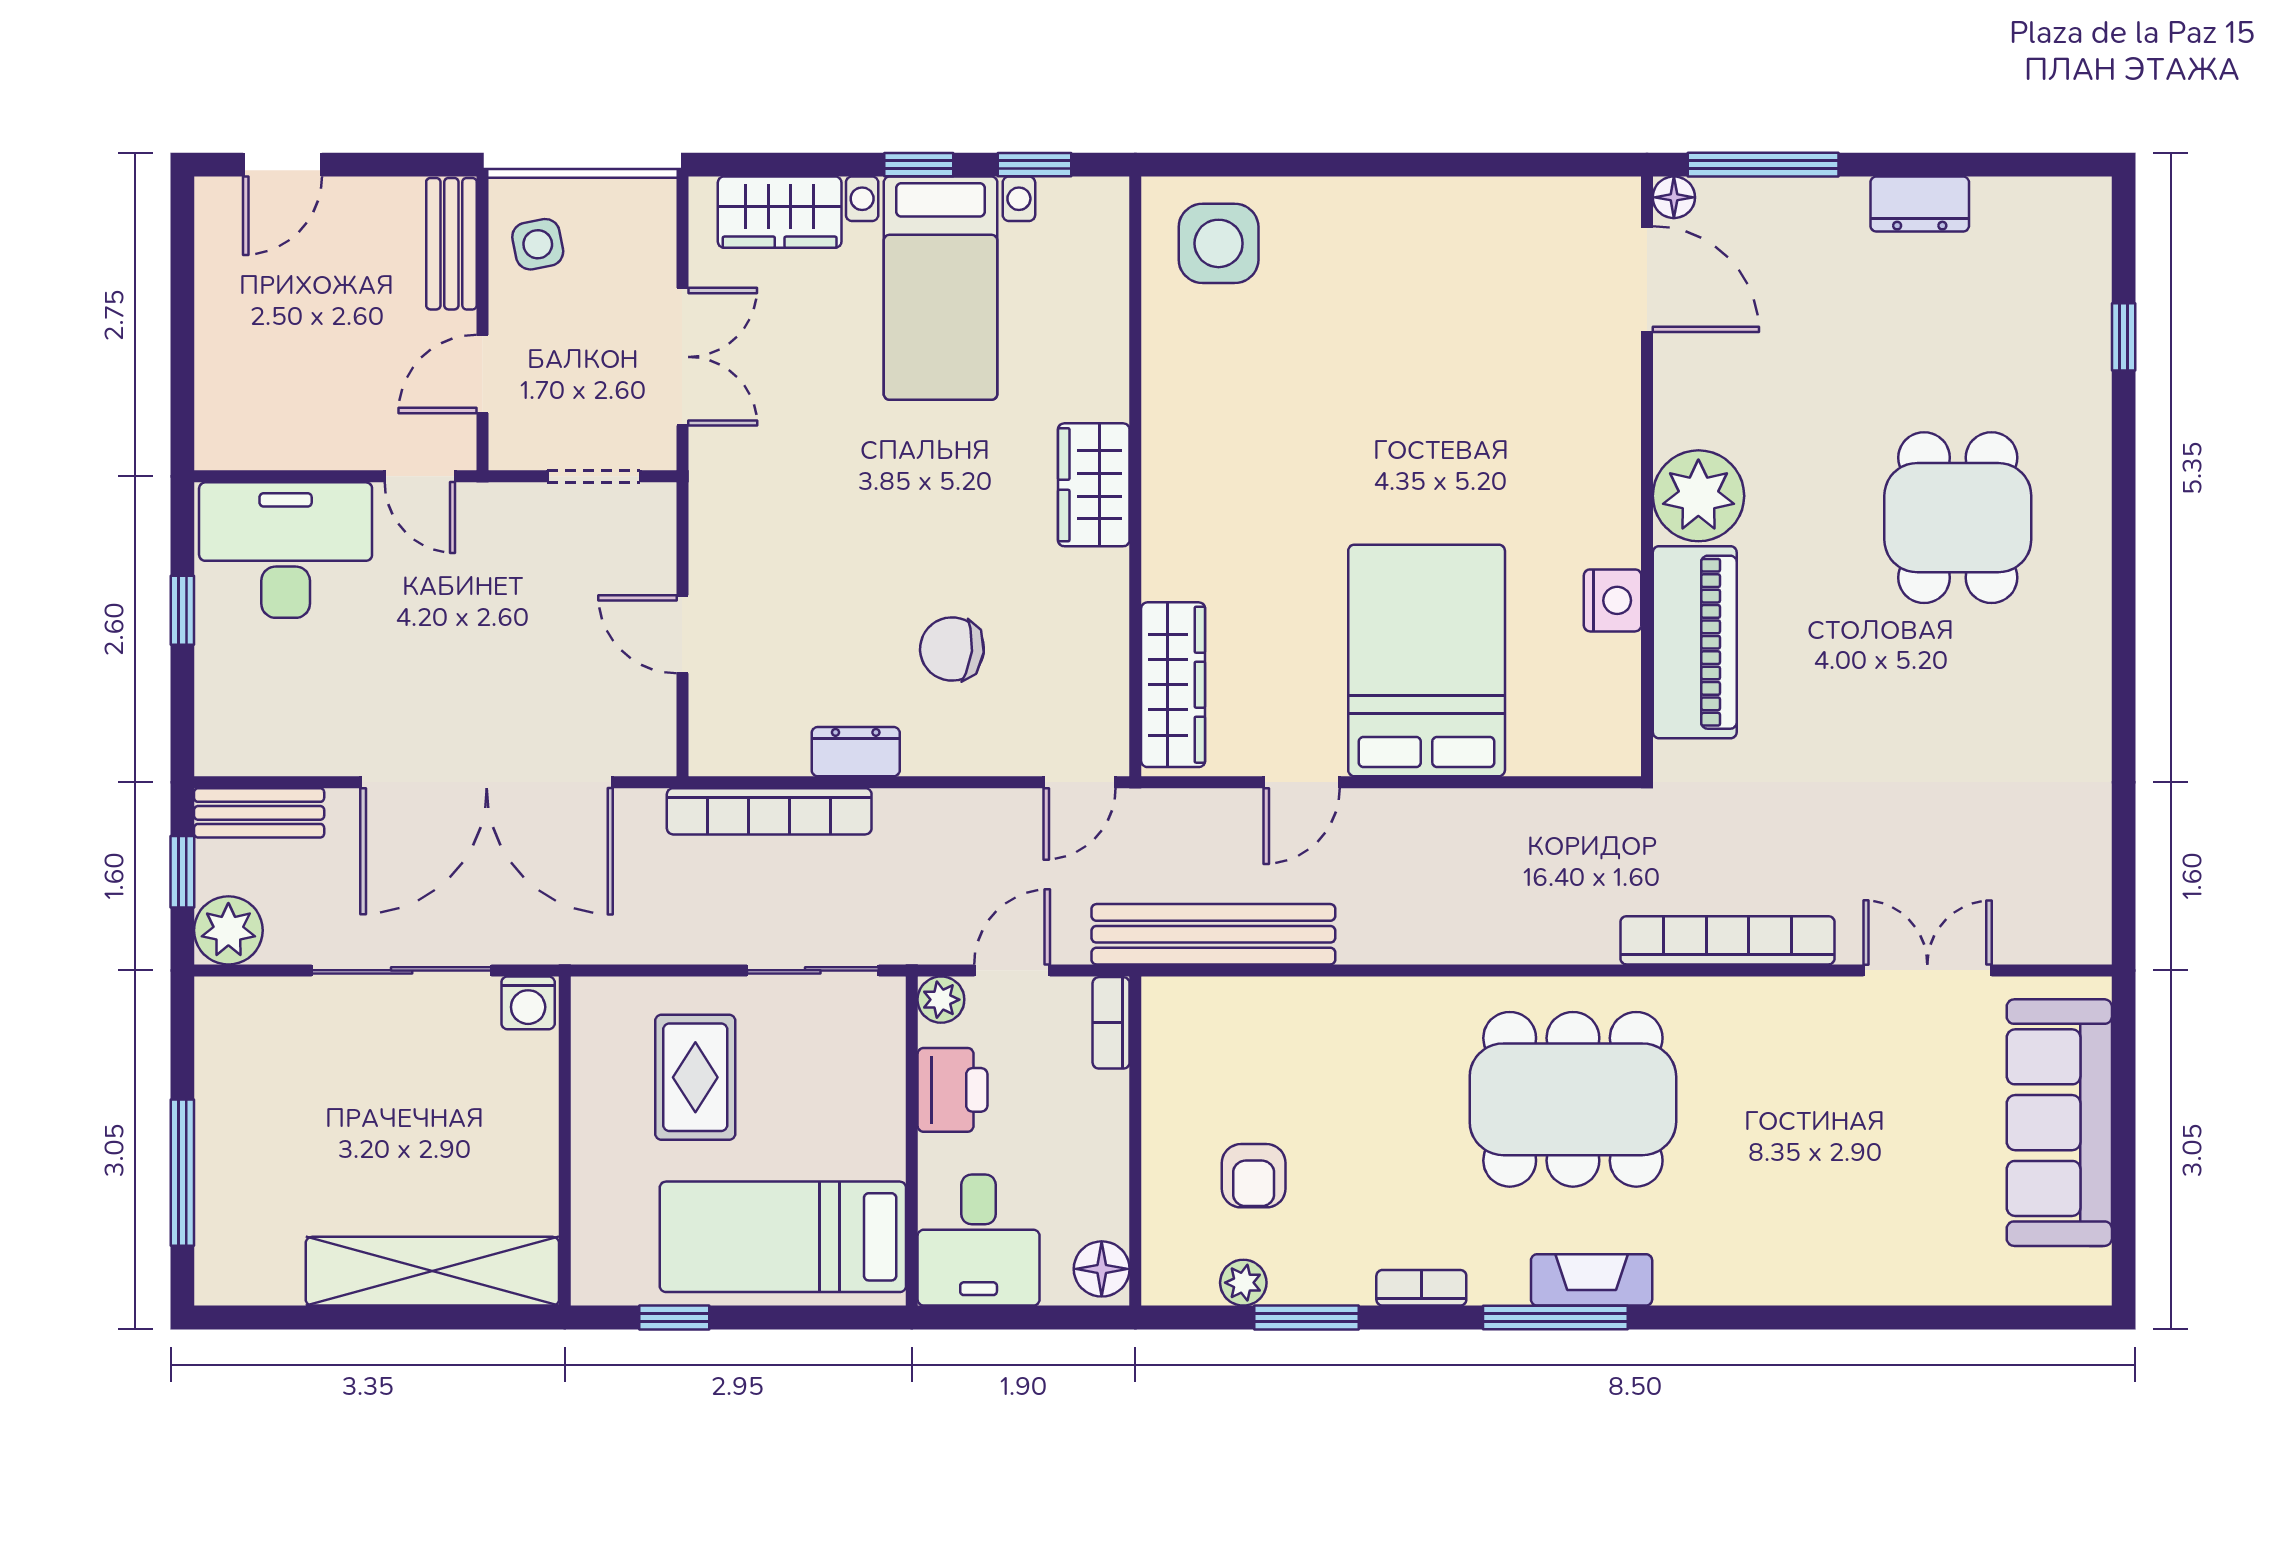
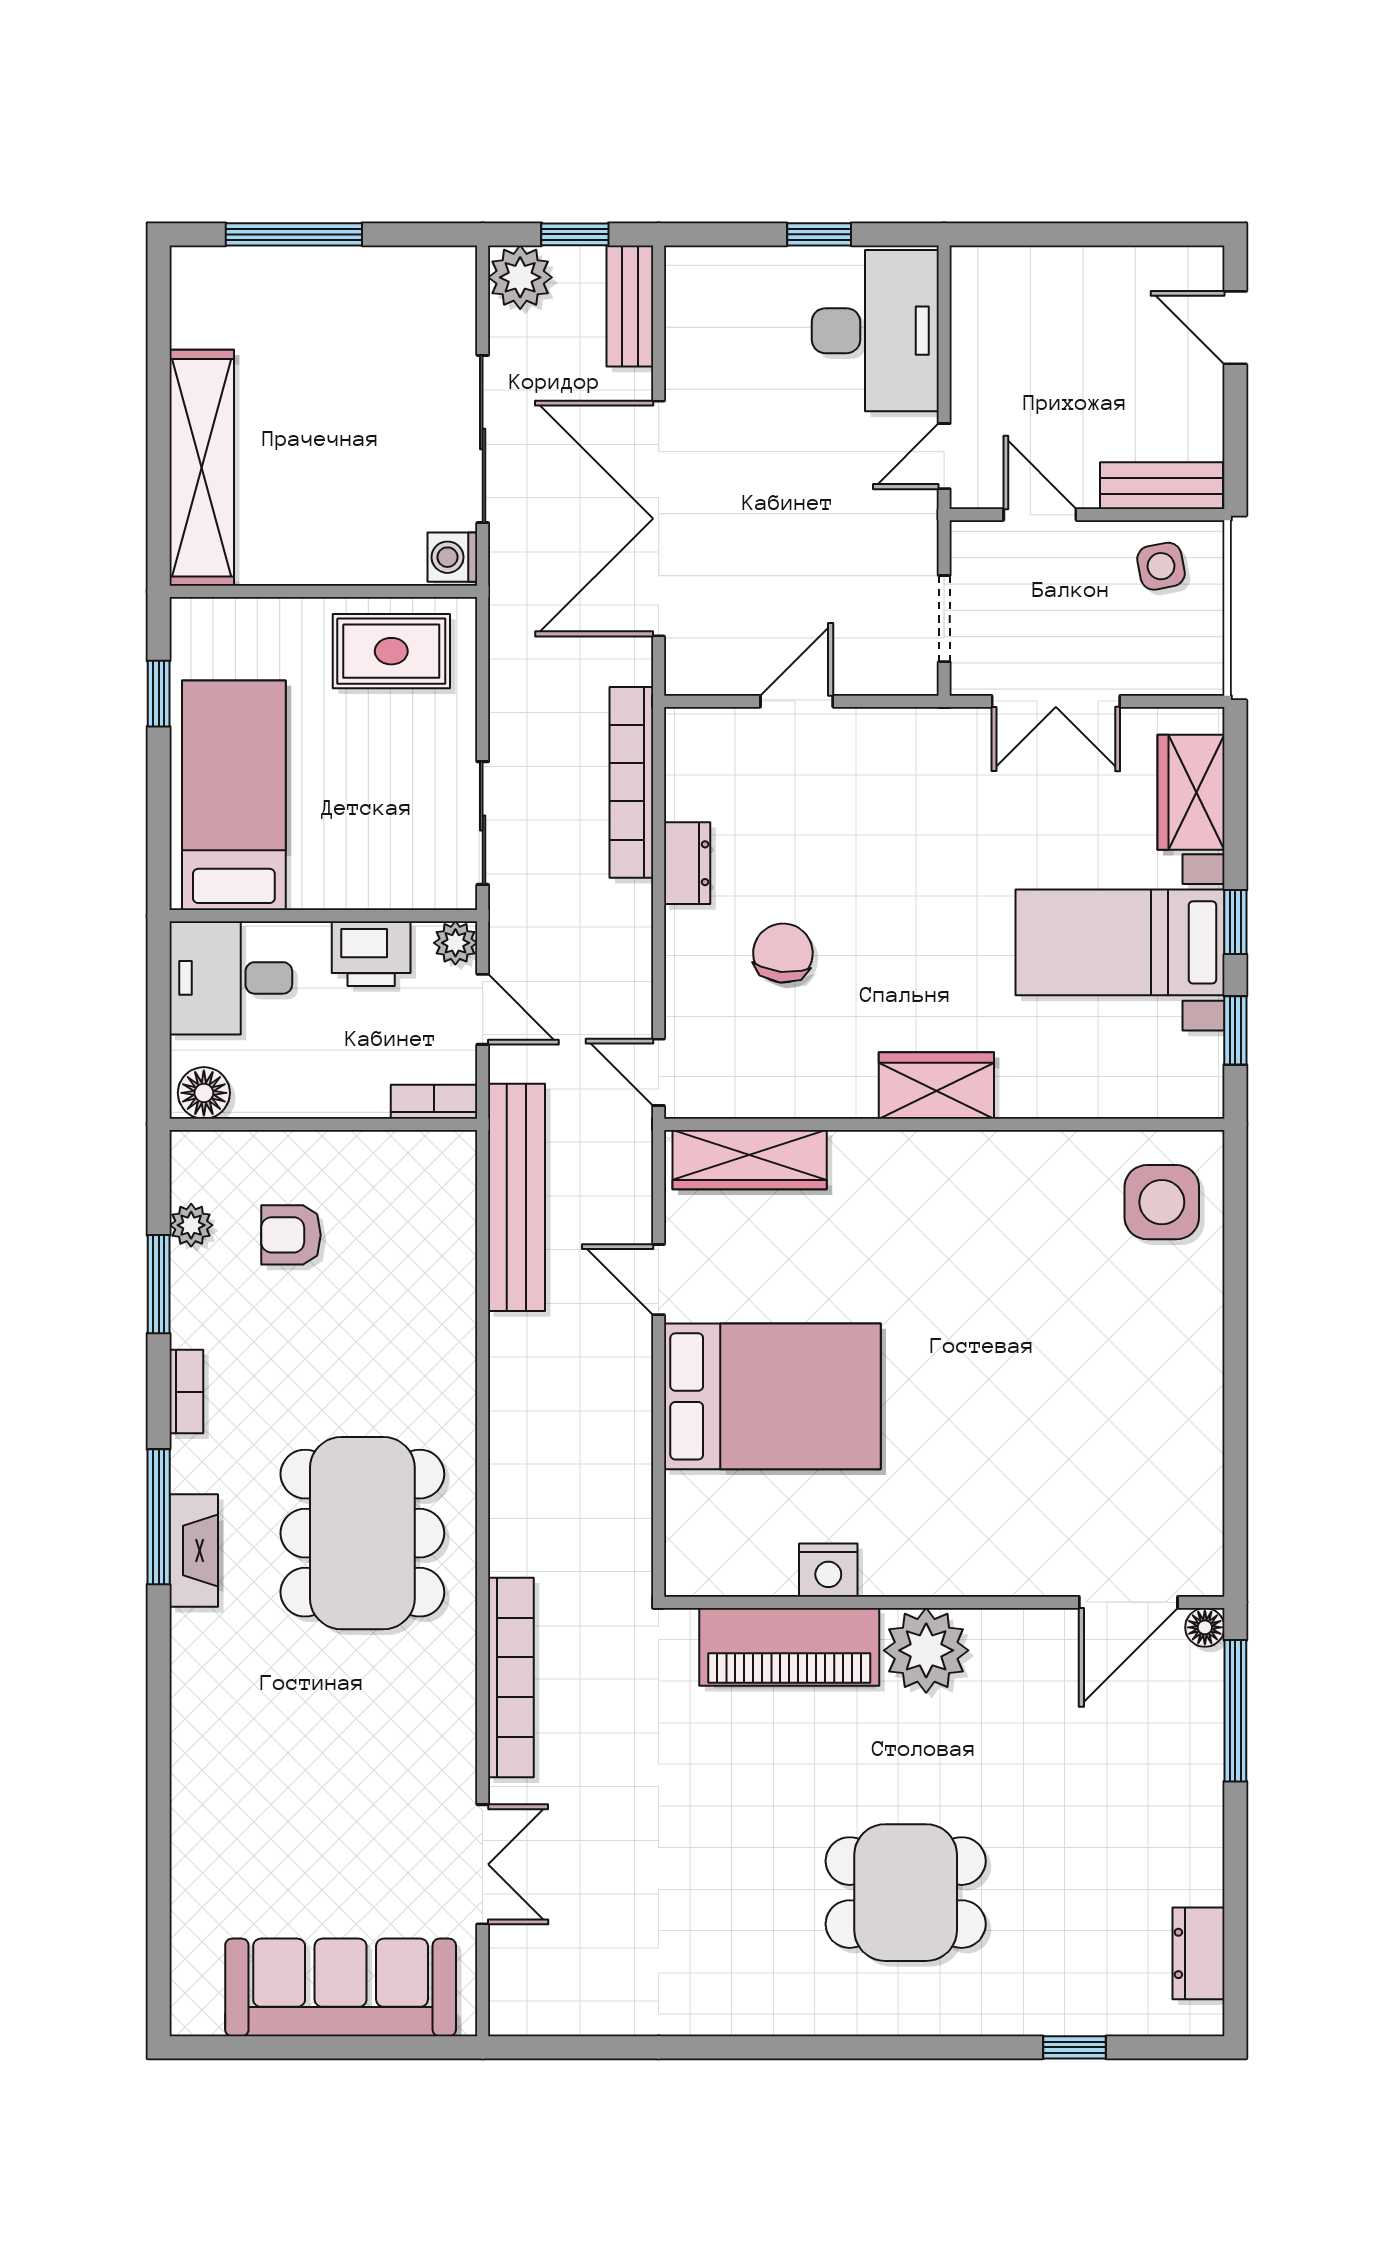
dresser: (1920, 204) -> (1199, 1953), moved
rug: (695, 1077) -> (391, 651), moved

